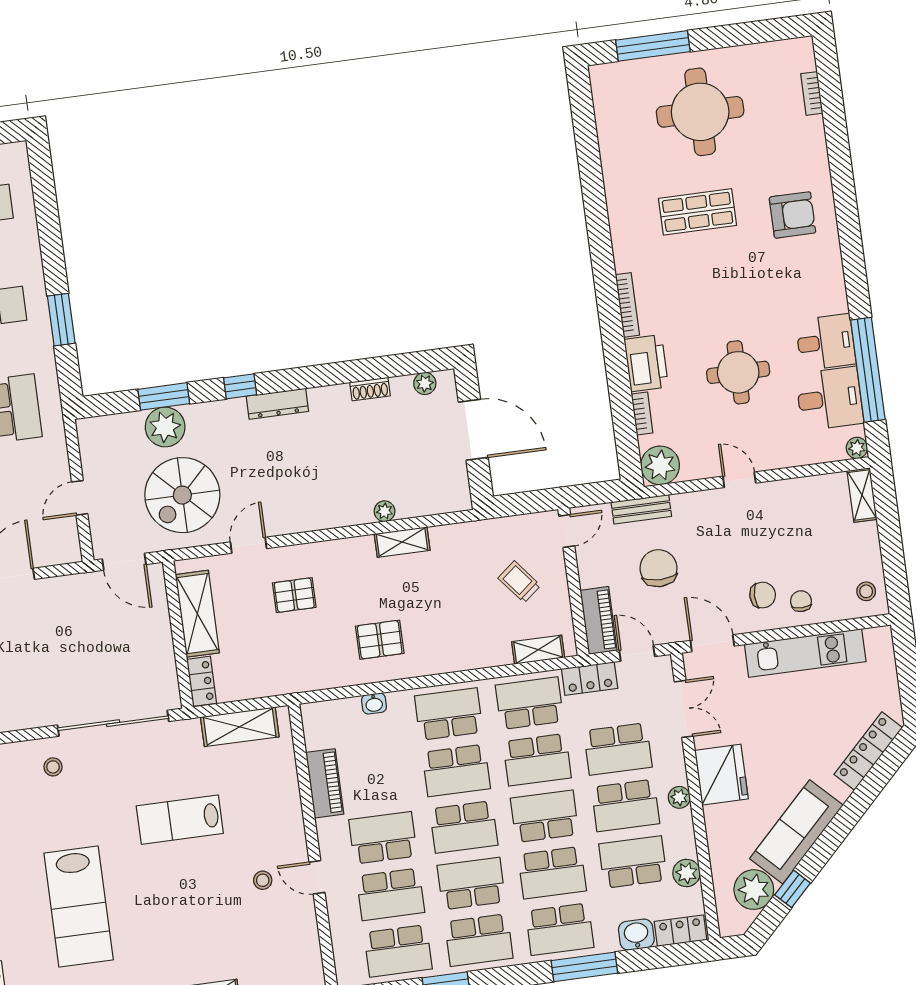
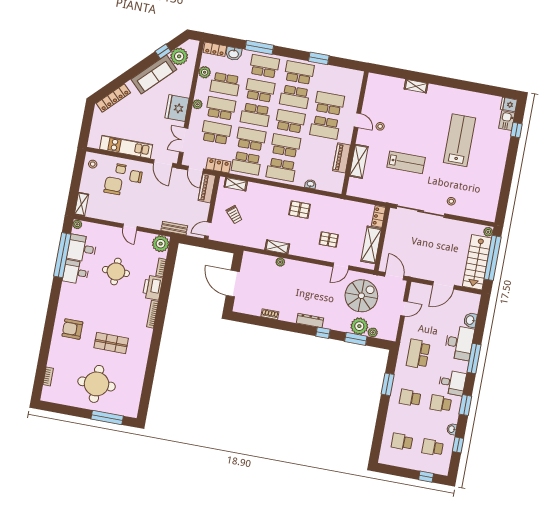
plant: (425, 383) -> (373, 332), moved
chair: (658, 568) -> (113, 186), moved, turned 180
shelving: (240, 727) -> (359, 161), moved, turned 90
school desk: (398, 951) -> (334, 79), removed

